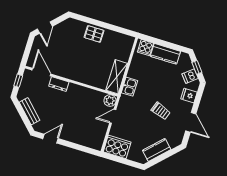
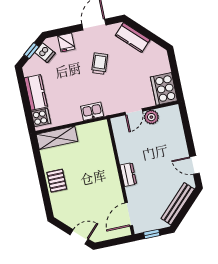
shelving: (117, 77) -> (57, 138), moved
dresser: (59, 84) -> (128, 175), moved
plant: (110, 101) -> (151, 117), moved
bench: (30, 111) -> (178, 204), width x1.36
door: (113, 116) -> (134, 112), hinge flipped
kitchen counter: (157, 150) -> (133, 37), moved

